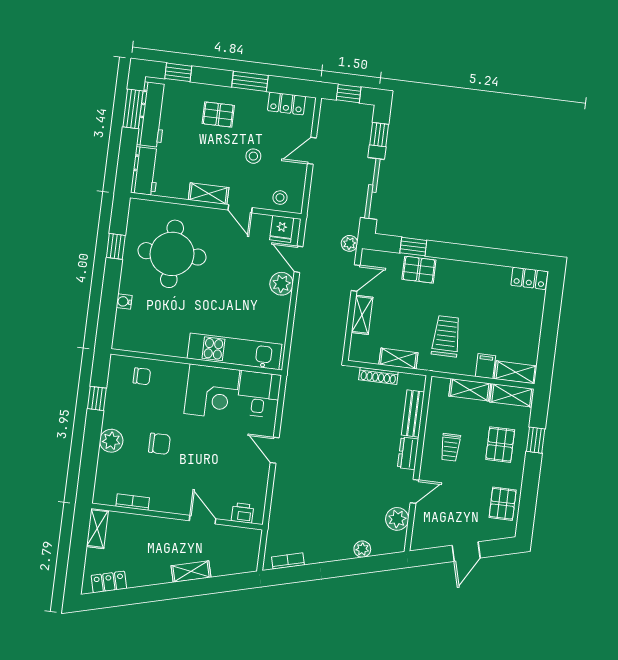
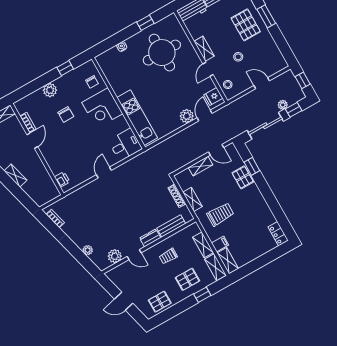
window: (250, 81) -> (266, 16), moved
locker: (286, 103) -> (275, 54), removed
pallet: (218, 114) -> (246, 25), width x1.50, depth x1.42
plant: (349, 243) -> (283, 105), moved
corner desk: (212, 392) -> (102, 108), moved
door: (203, 520) -> (32, 141), moved

